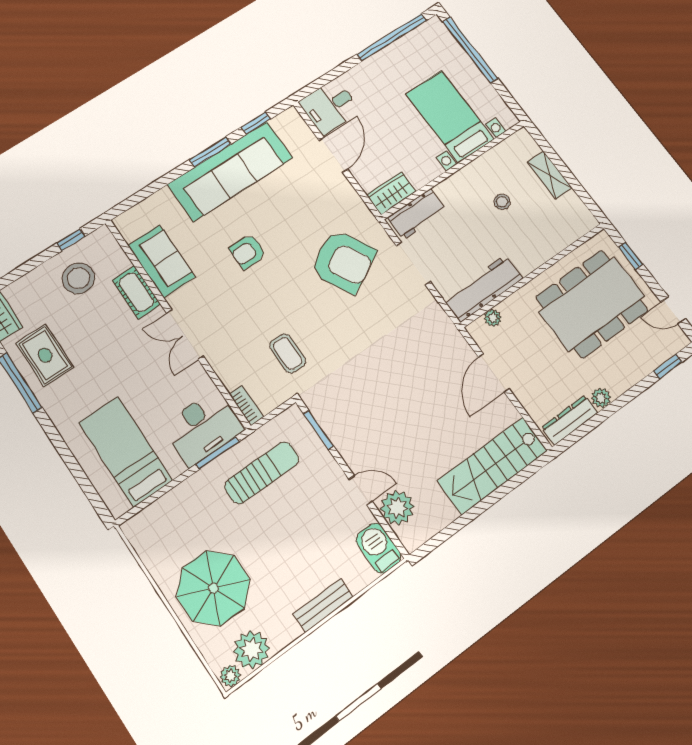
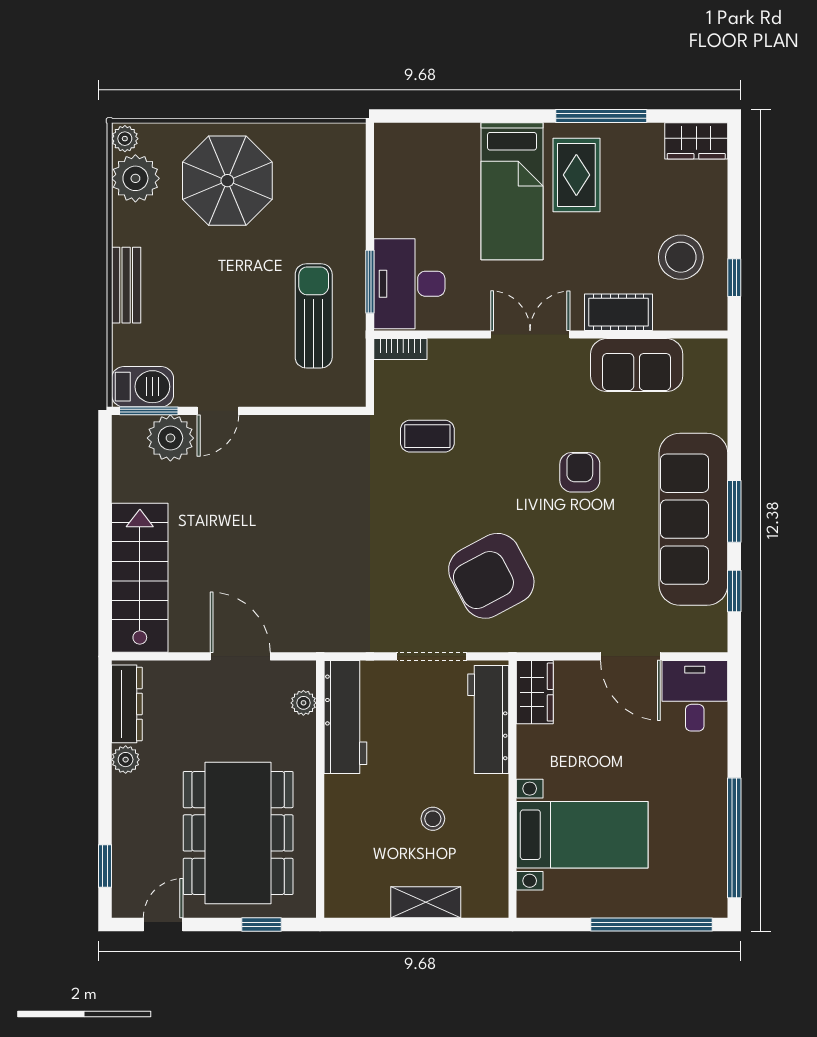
workbench: (417, 214) -> (488, 720), width x1.38
rug: (45, 355) -> (576, 175), moved, turned 90
window: (318, 430) -> (149, 411), moved
bed: (125, 451) -> (512, 191), moved, turned 90
sun lounger: (262, 473) -> (314, 316), turned 180

